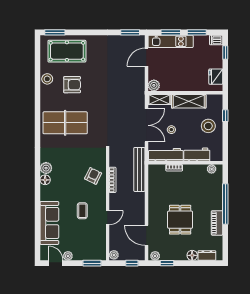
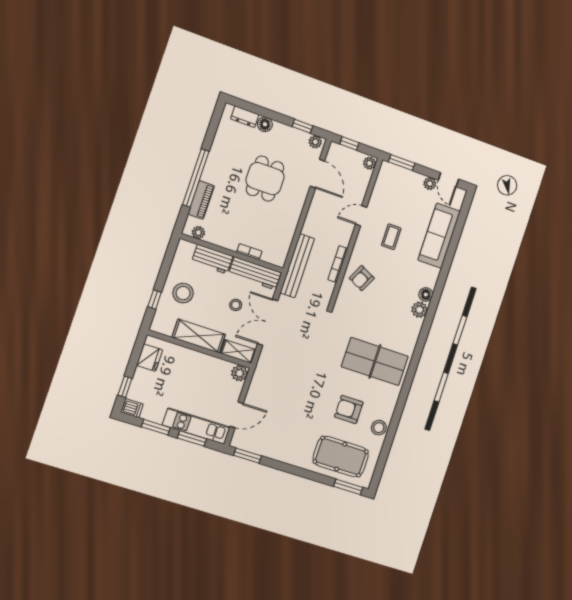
piano: (217, 223) -> (201, 200), moved

